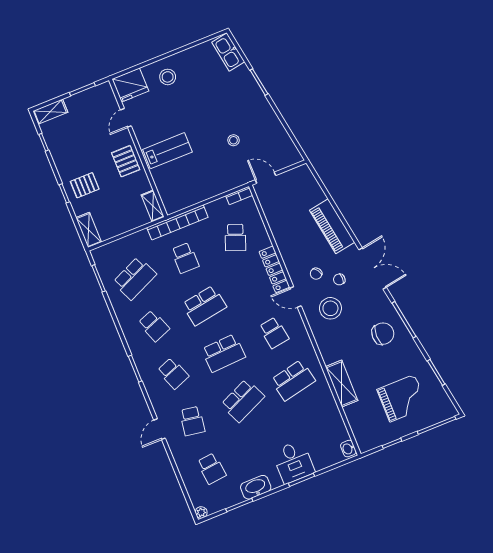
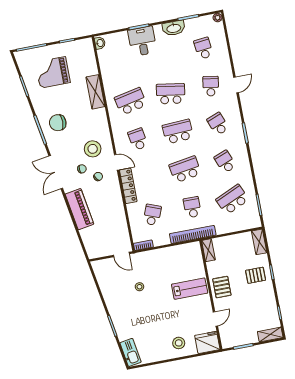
lab bench: (167, 151) -> (190, 289), turned 180
school desk: (243, 401) -> (171, 94), turned 33

